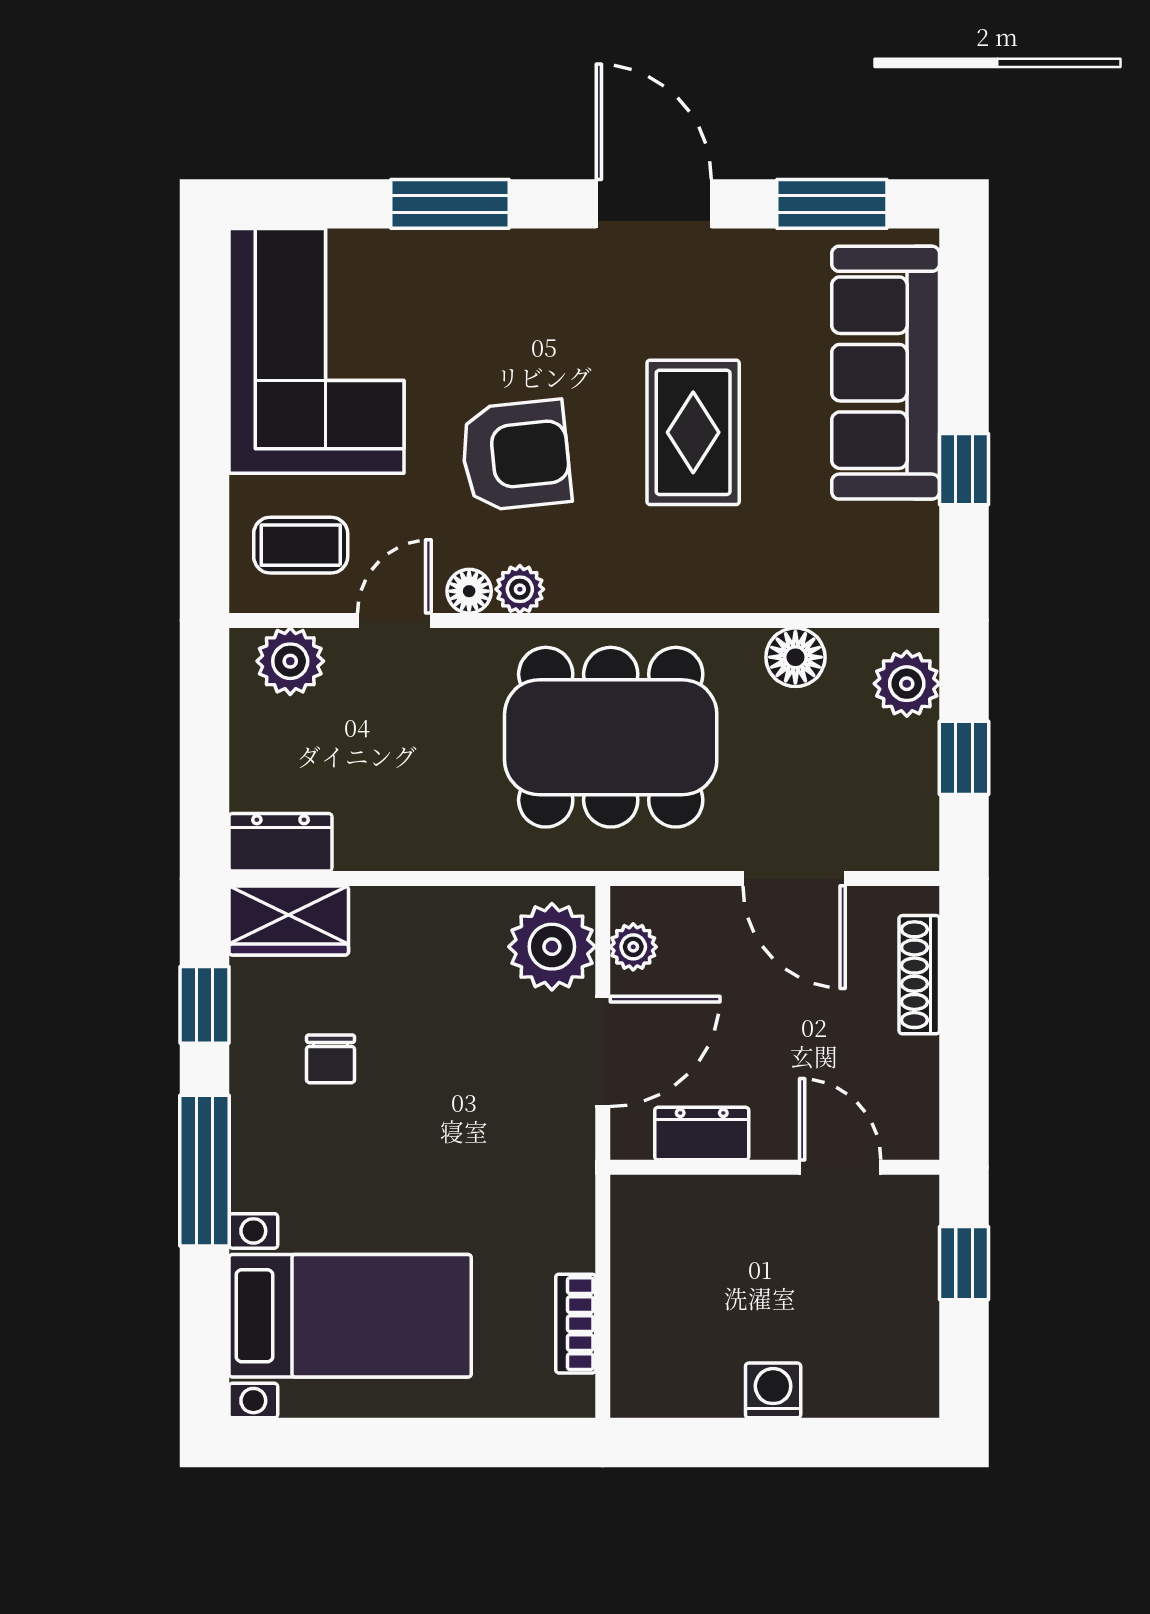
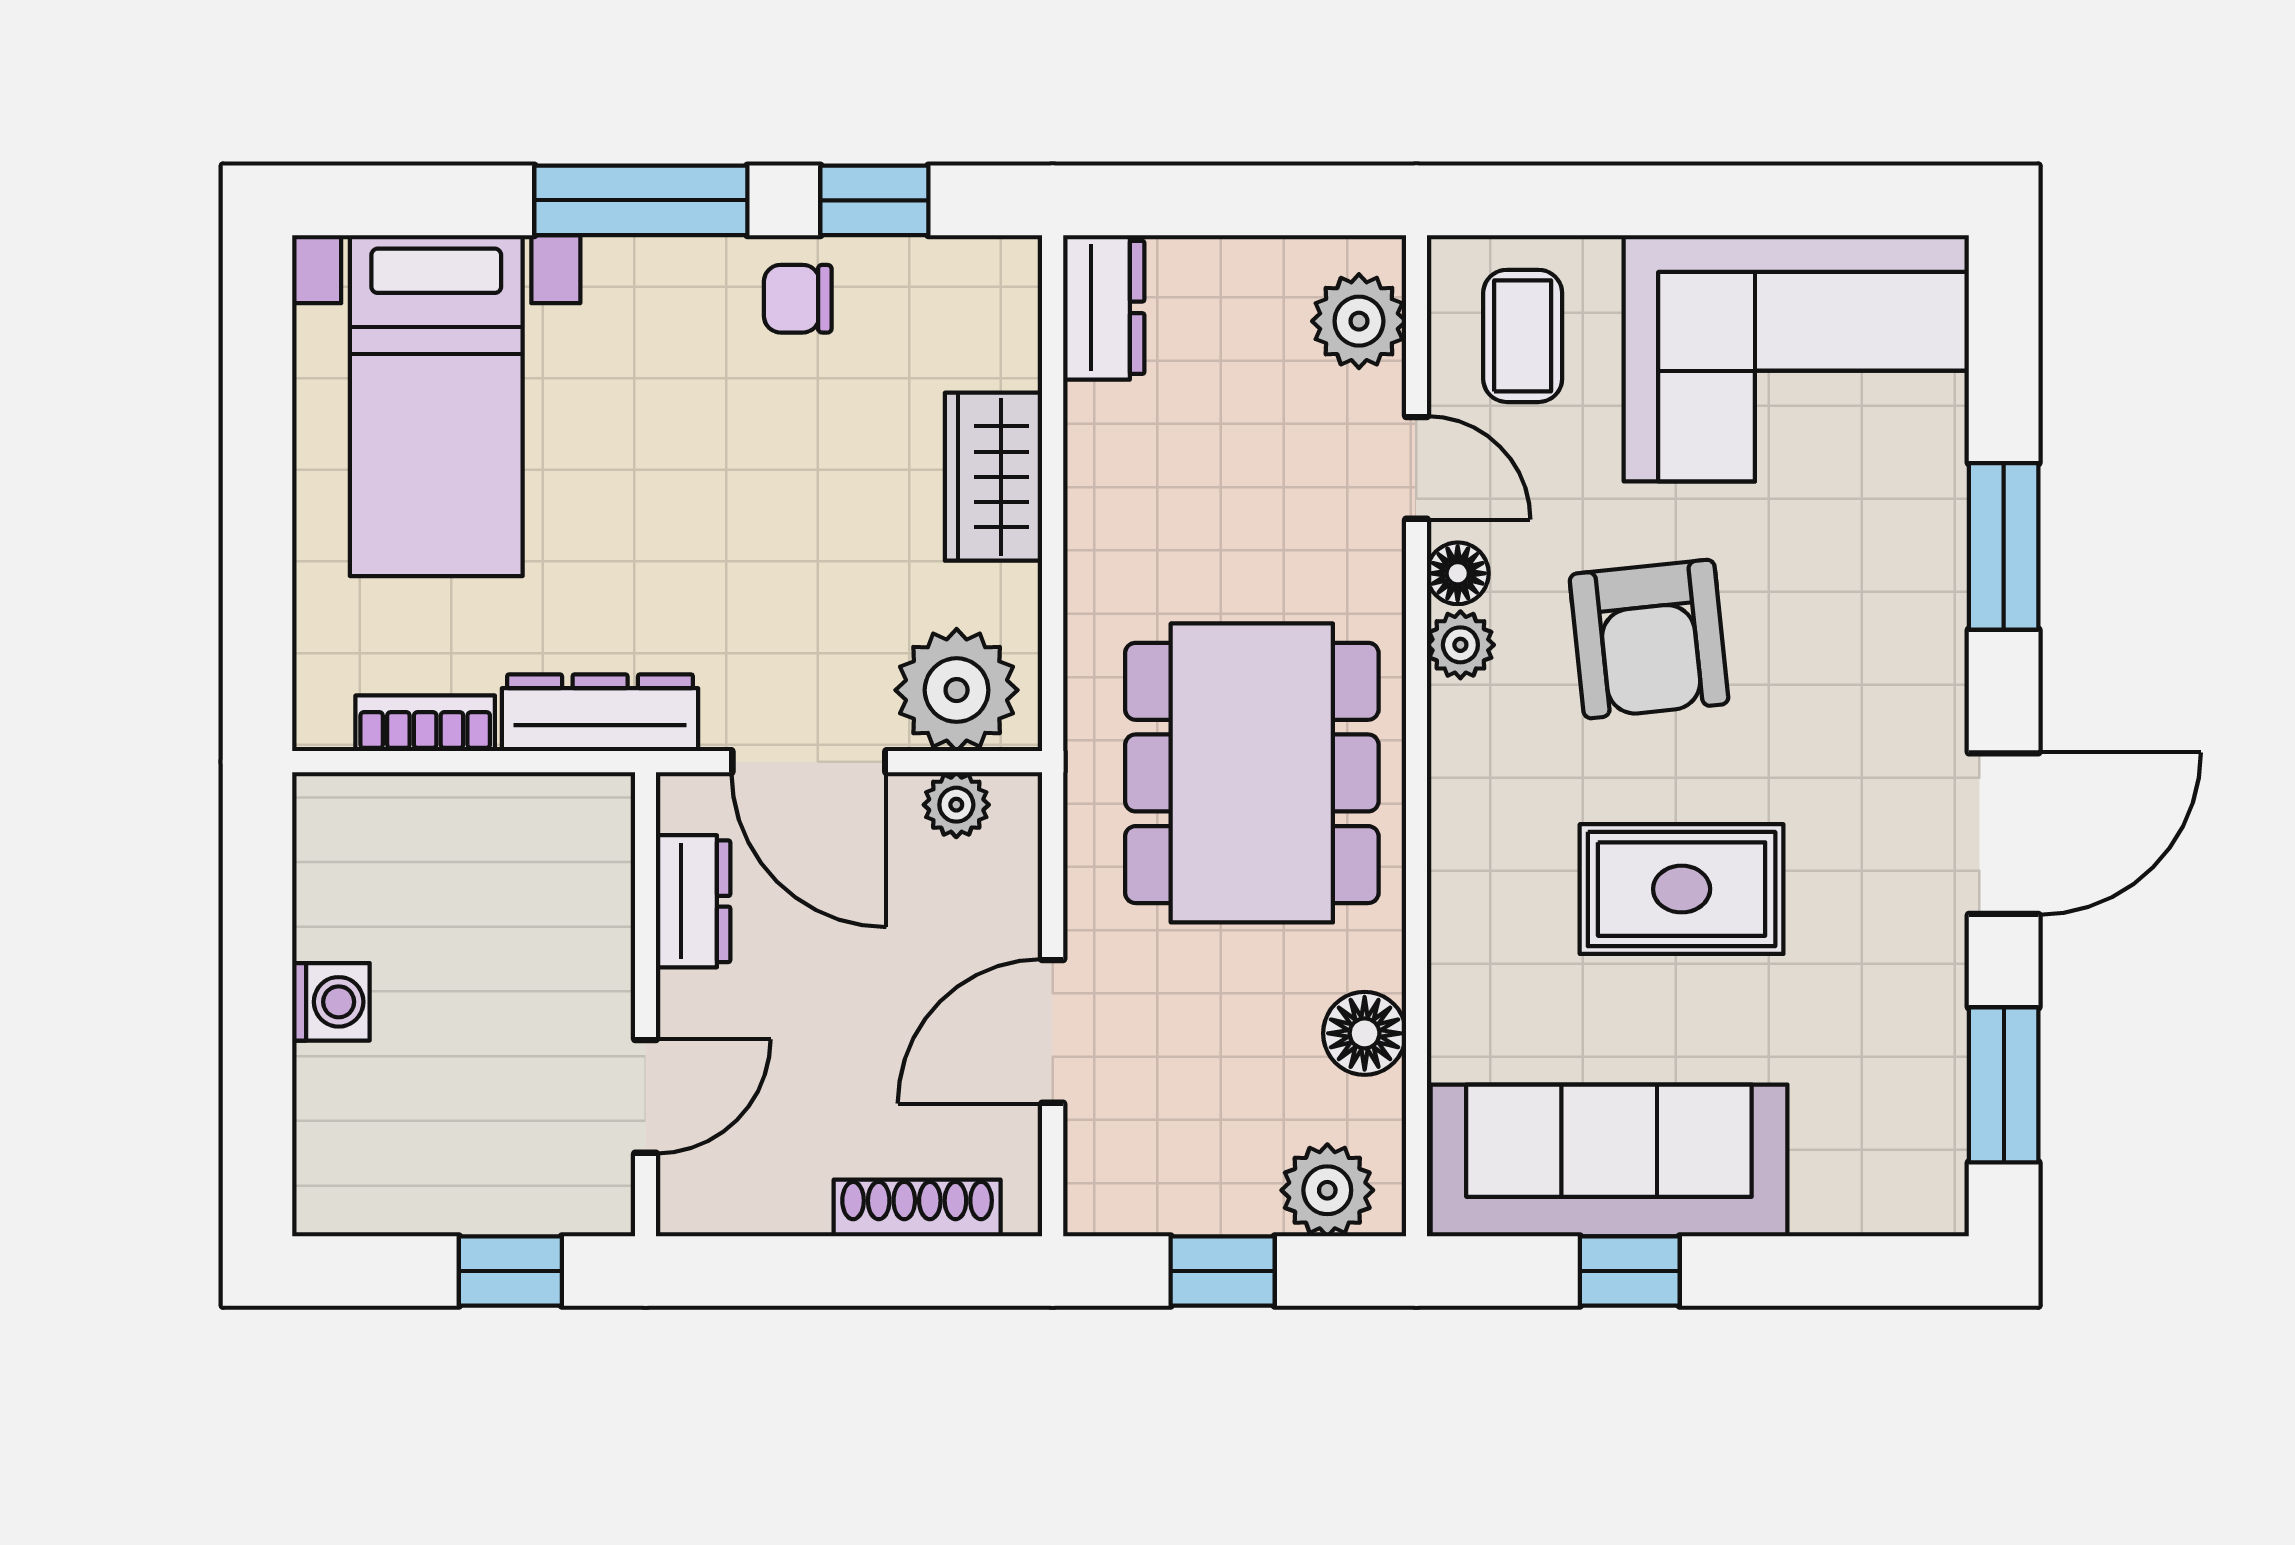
sofa: (886, 373) -> (1609, 1160), moved
wardrobe: (289, 920) -> (994, 477), moved
chair: (331, 1059) -> (798, 299), moved
dresser: (568, 1200) -> (600, 713), added

